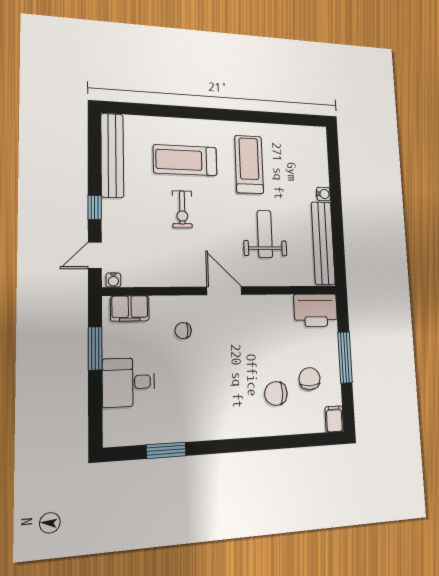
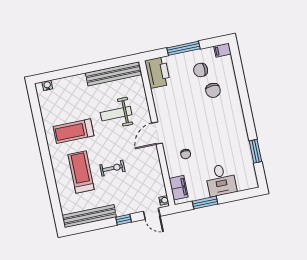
treadmill: (185, 160) -> (81, 172), turned 180
water cooler: (324, 194) -> (47, 85), moved

